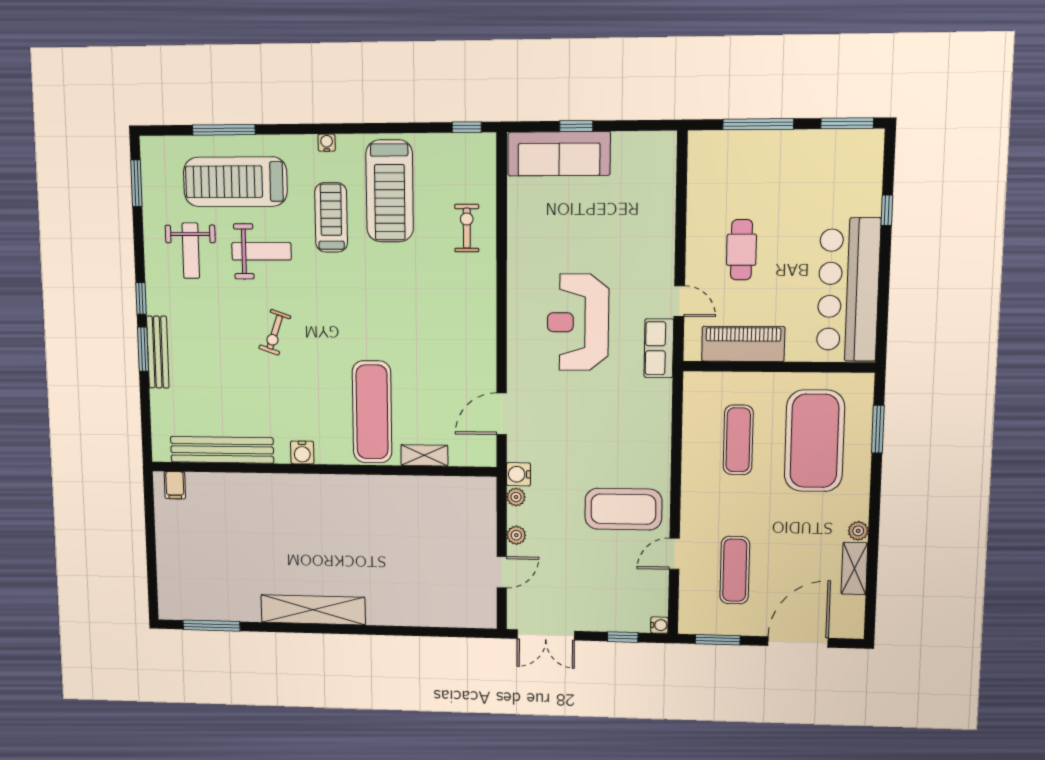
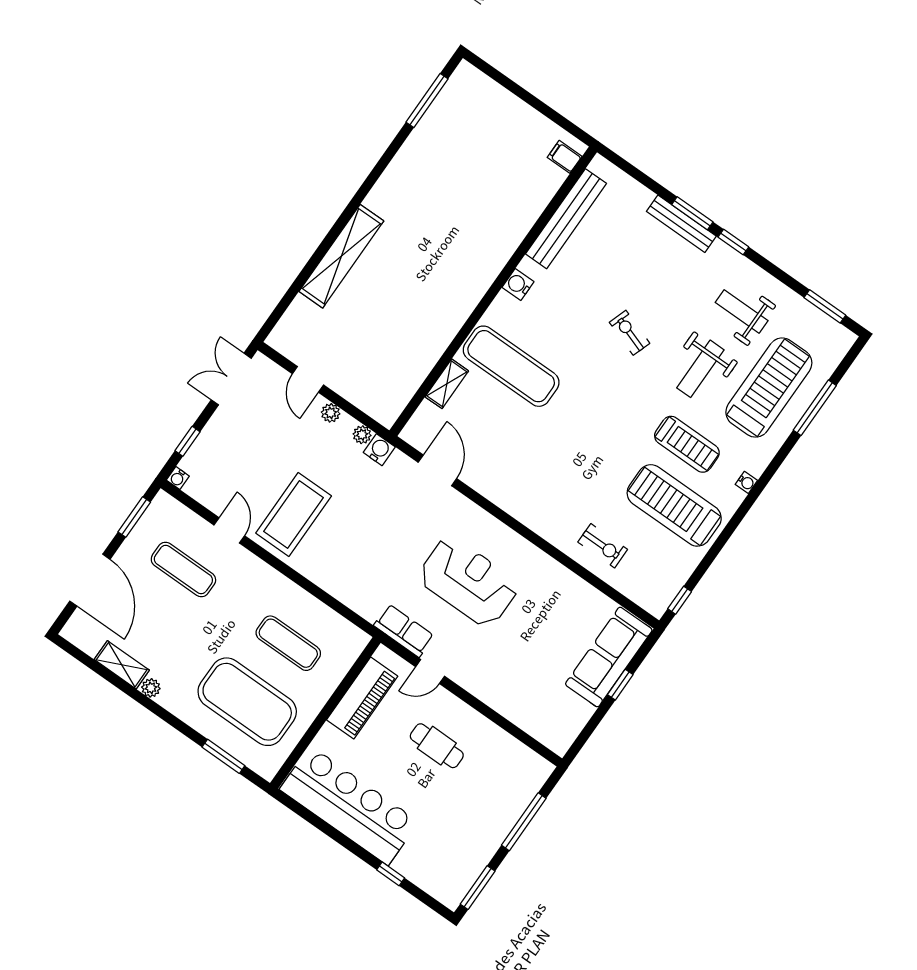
shelving: (313, 610) -> (341, 256), moved

